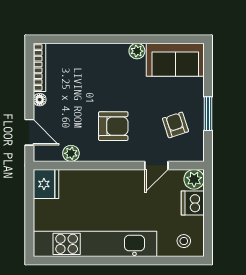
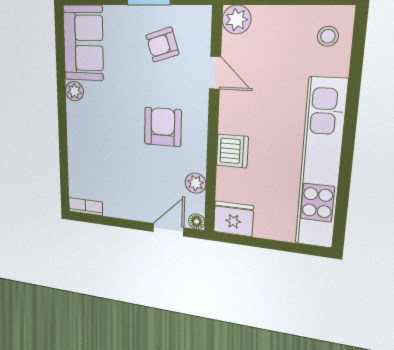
bookcase: (39, 67) -> (86, 207), width x0.64
floor lamp: (40, 100) -> (197, 222), moved
dishwasher: (193, 203) -> (232, 151), moved, turned -90

